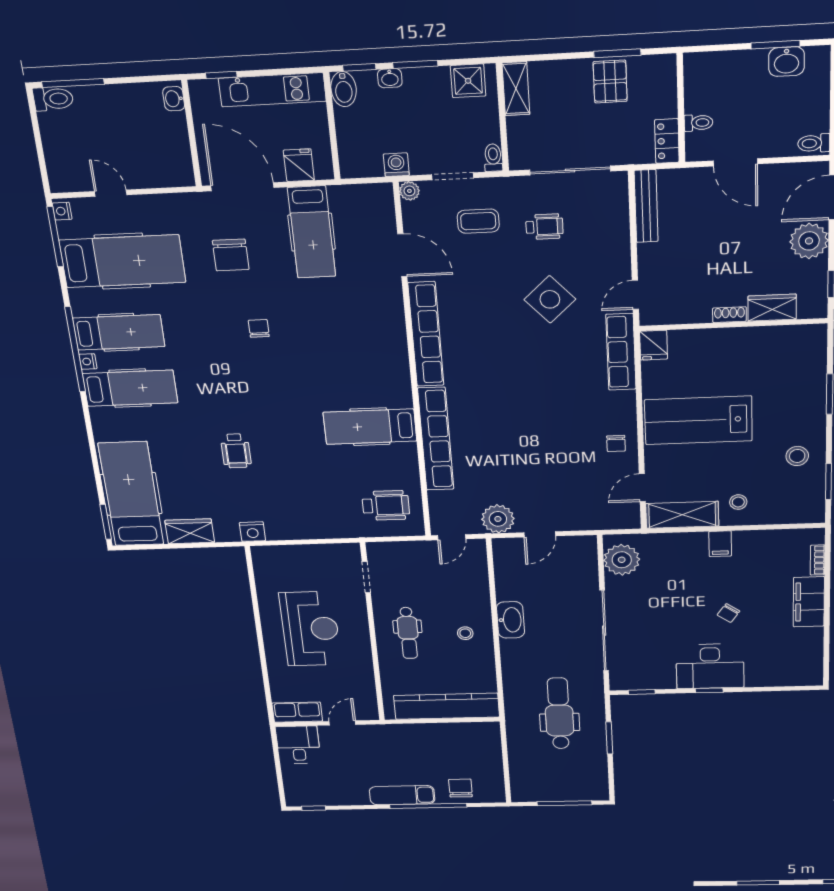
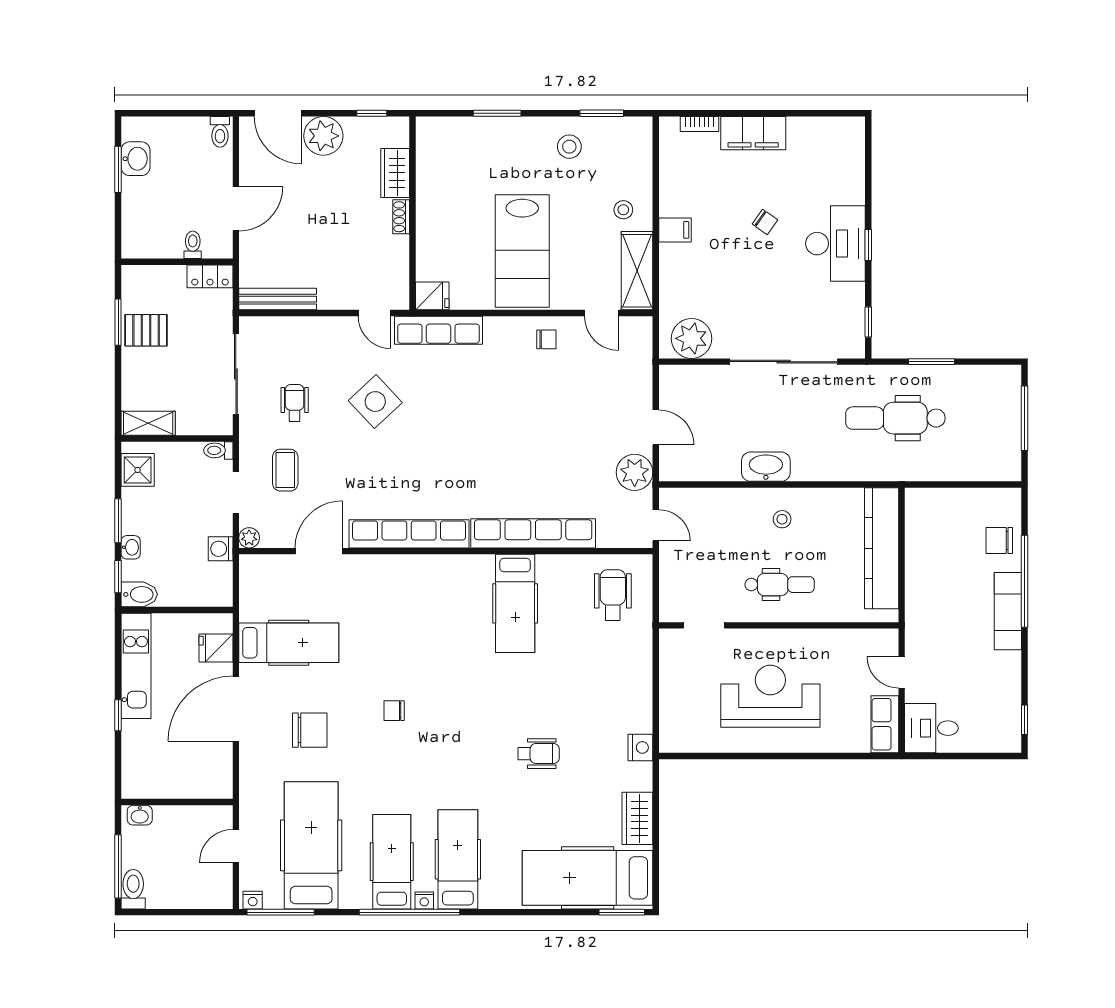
washbasin: (174, 99) -> (140, 815), moved
wall: (192, 134) -> (177, 802), moved

